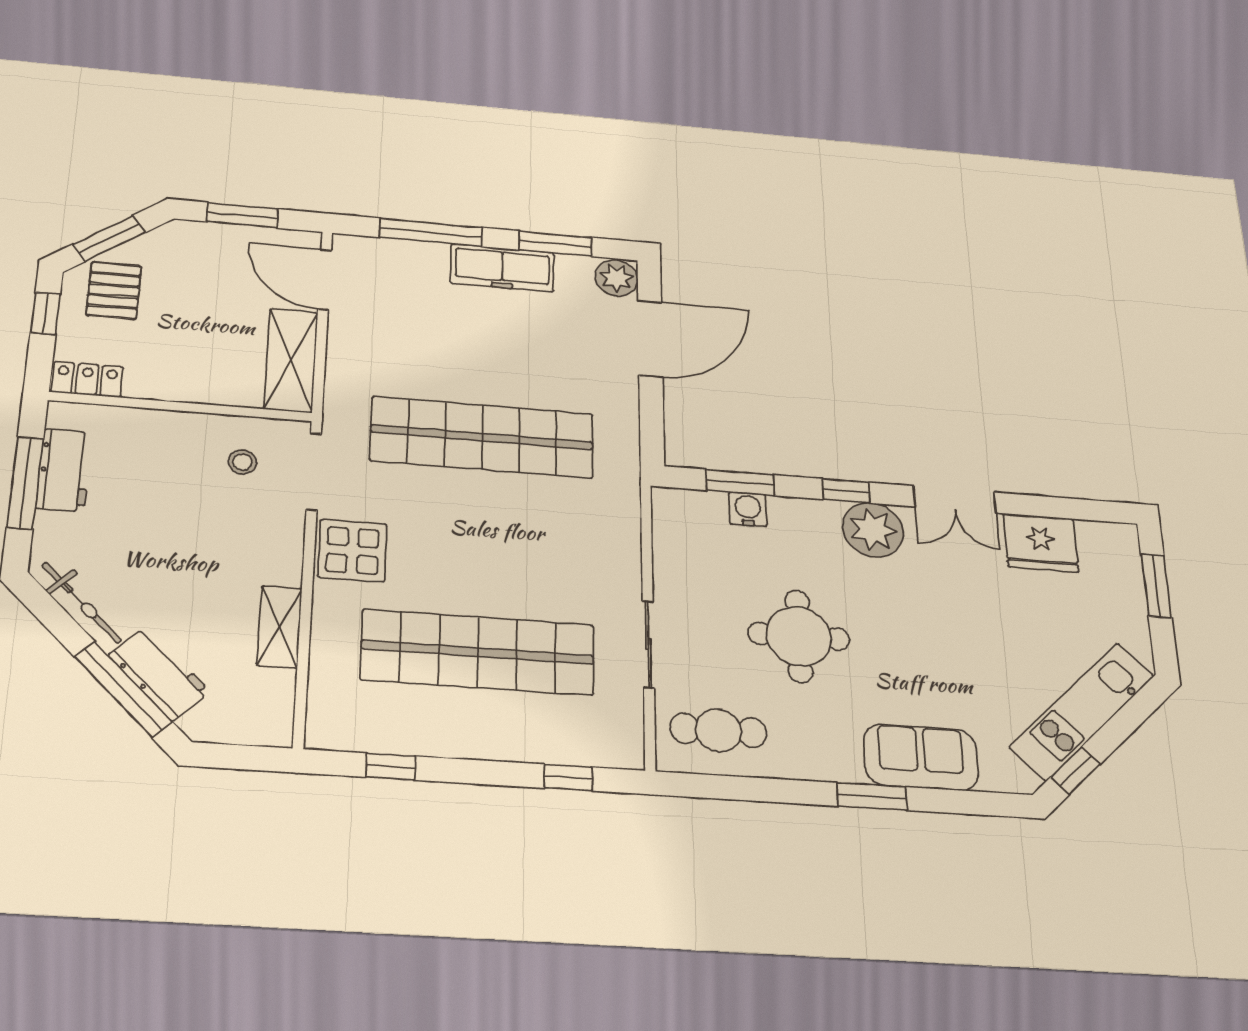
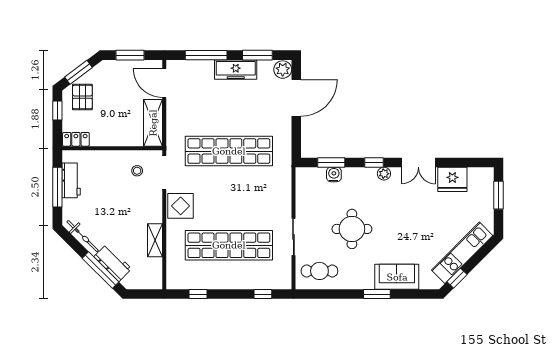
plant: (873, 530) -> (384, 174), width x0.53, depth x0.53

